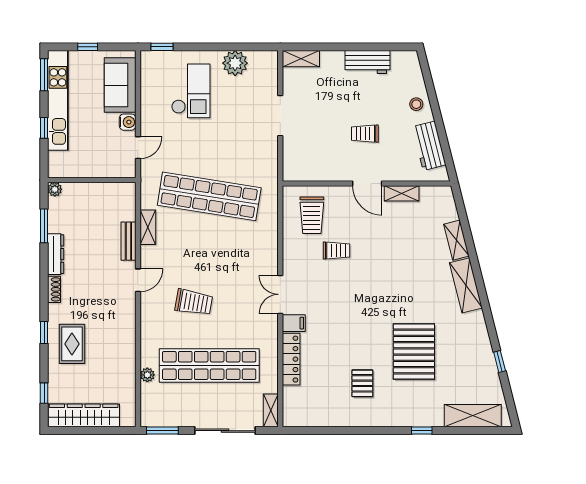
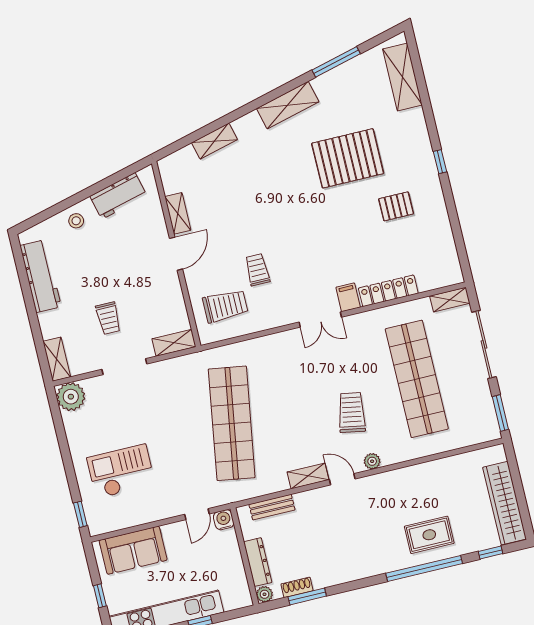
workbench: (367, 62) -> (41, 276), width x1.37
plant: (235, 63) -> (71, 397), moved
water cooler: (128, 122) -> (224, 520), moved
trolley: (365, 134) -> (108, 318), moved
door: (138, 148) -> (197, 514), swing flipped
shelving: (291, 163) -> (174, 343), added
shelving: (148, 227) -> (308, 476), moved
bench: (128, 241) -> (272, 507), moved
dresser: (56, 254) -> (258, 562), moved, turned 90
shelving: (466, 285) -> (288, 105), moved
shoe rack: (54, 289) -> (297, 587), moved
window: (44, 333) -> (424, 568), width x3.17
window: (500, 361) -> (336, 62), width x2.17
plant: (147, 375) -> (372, 461), moved
window: (422, 431) -> (440, 162), moved

